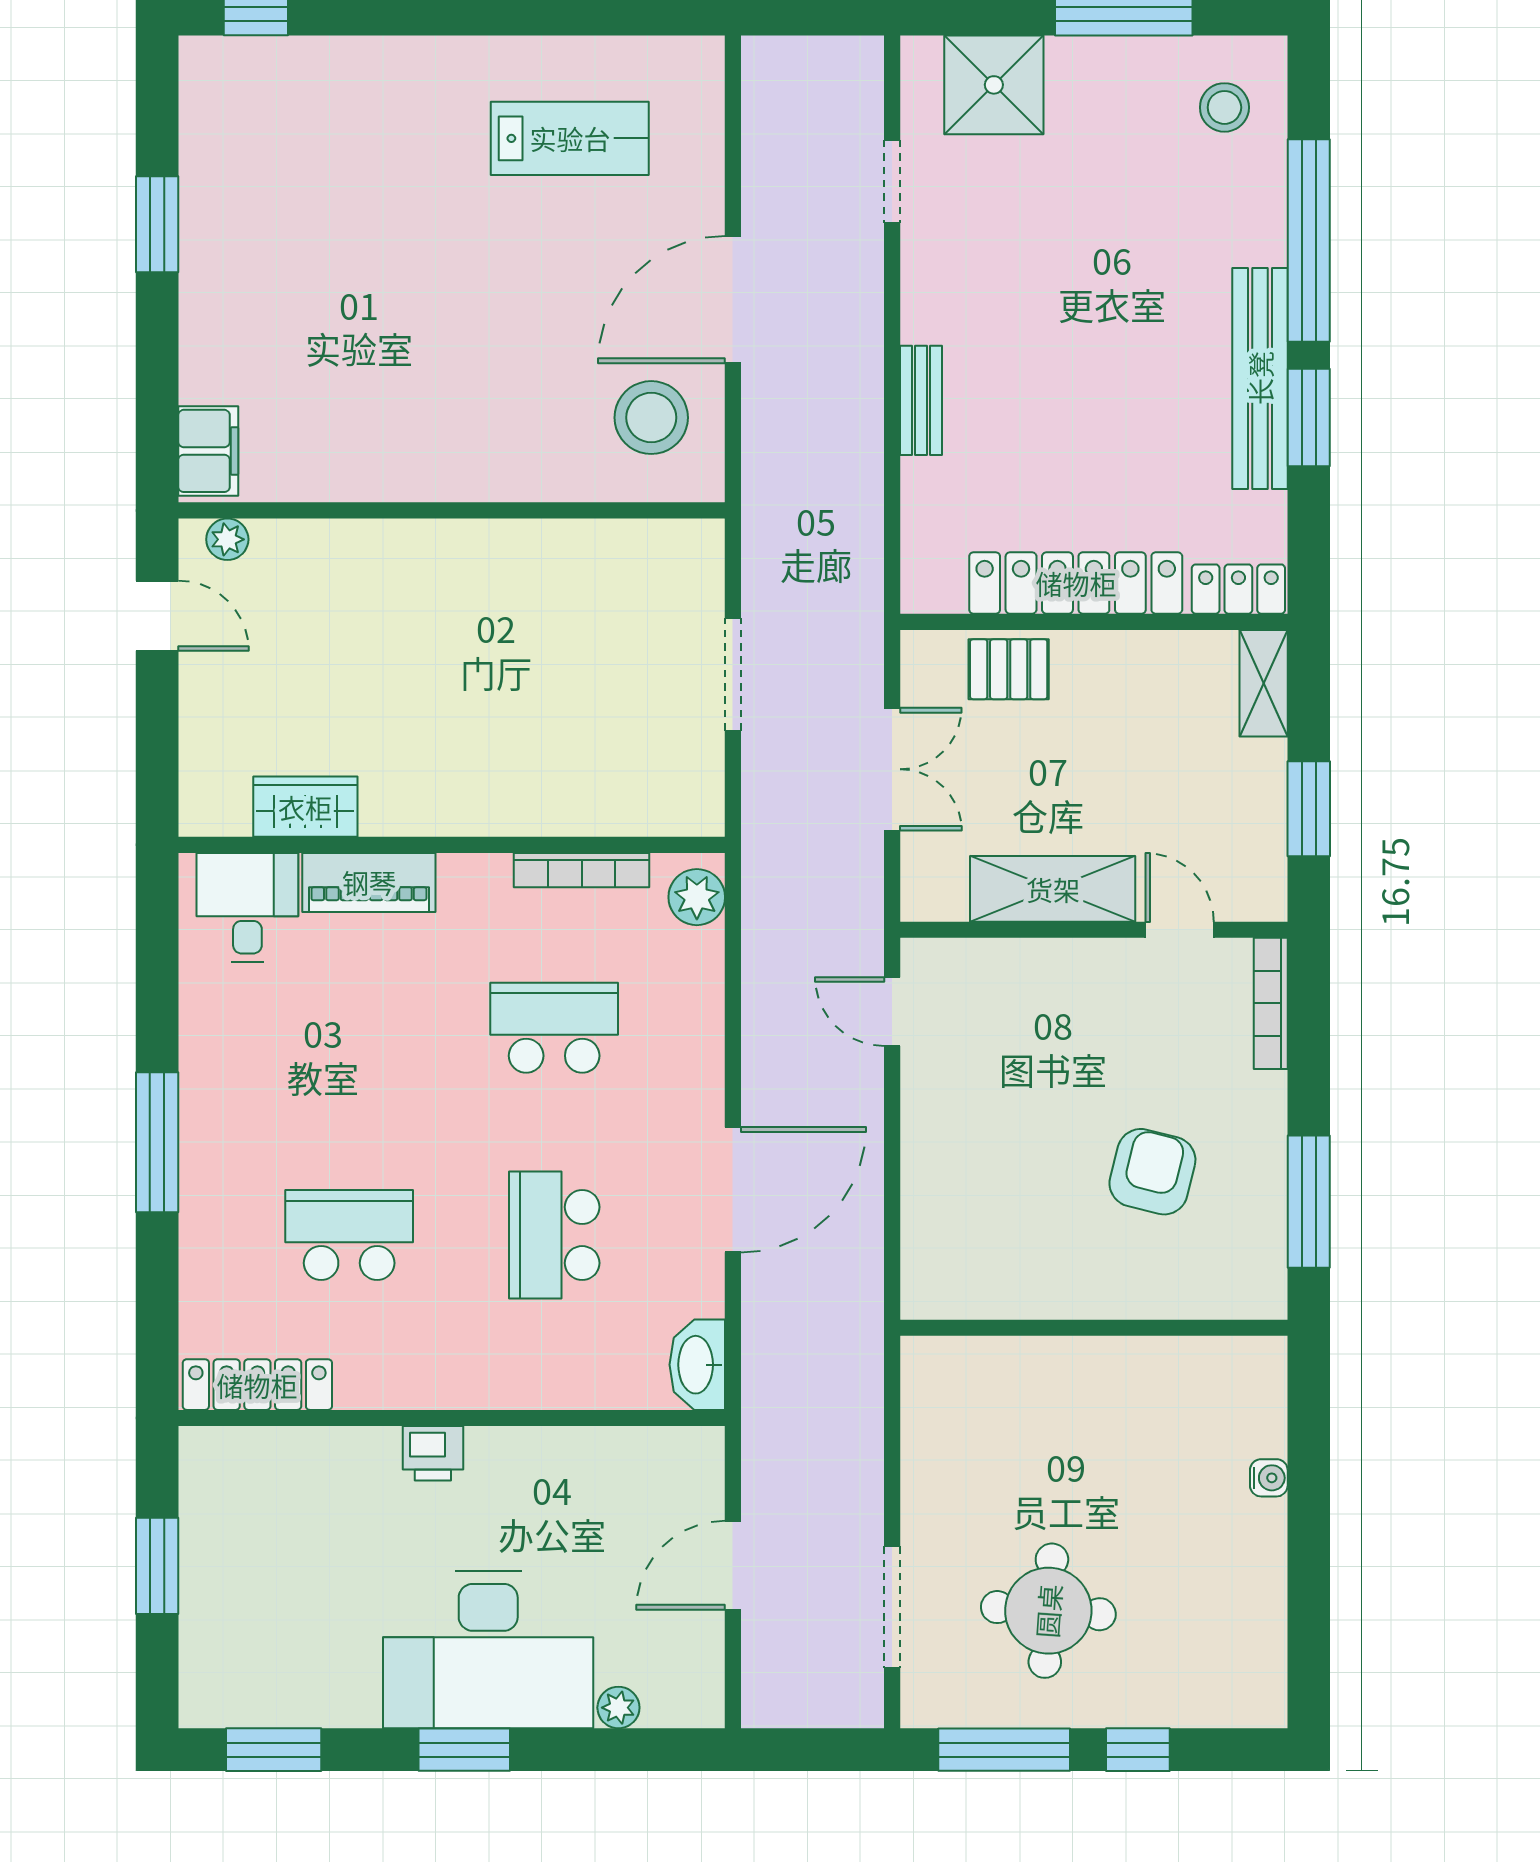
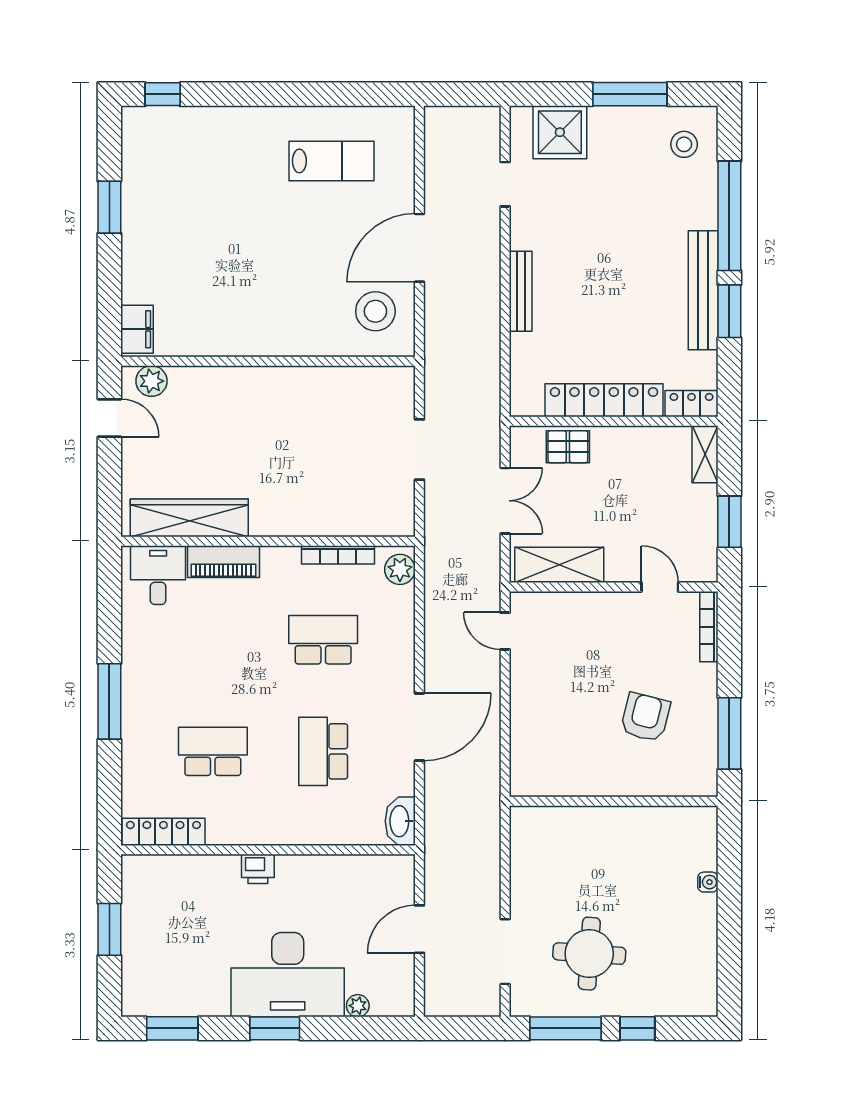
bench: (921, 400) -> (521, 291), width x1.36
plant: (227, 539) -> (151, 381), width x1.38, depth x1.38
wardrobe: (305, 807) -> (189, 518), width x2.10, depth x1.17
shelving: (1053, 889) -> (559, 565), moved

